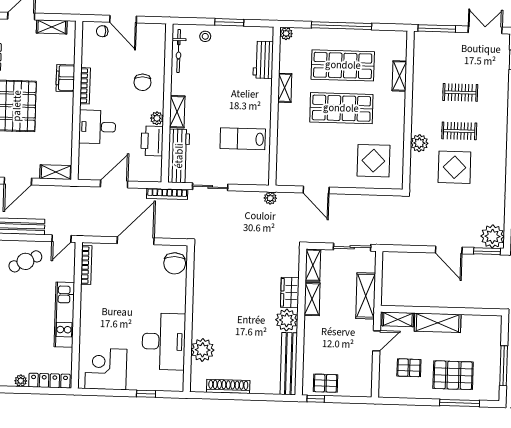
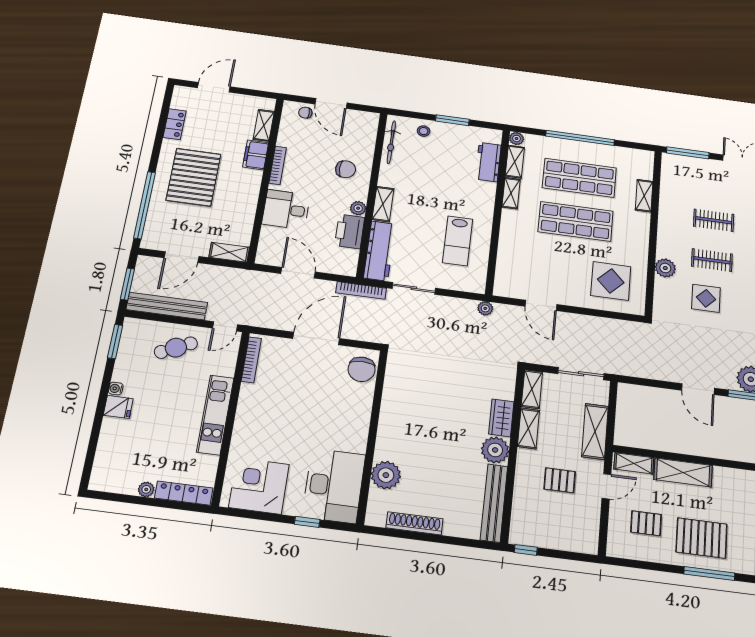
shelving: (52, 27) -> (264, 125), moved, turned 90
shelving: (286, 57) -> (515, 162), added
chair: (142, 82) -> (346, 169), turned -90
lab bench: (243, 139) -> (458, 241), turned -90
display table: (454, 167) -> (706, 298), width x0.73, depth x0.73
door: (114, 184) -> (298, 273), hinge flipped
desk: (164, 342) -> (334, 486), moved
pallet: (325, 383) -> (560, 480), moved

